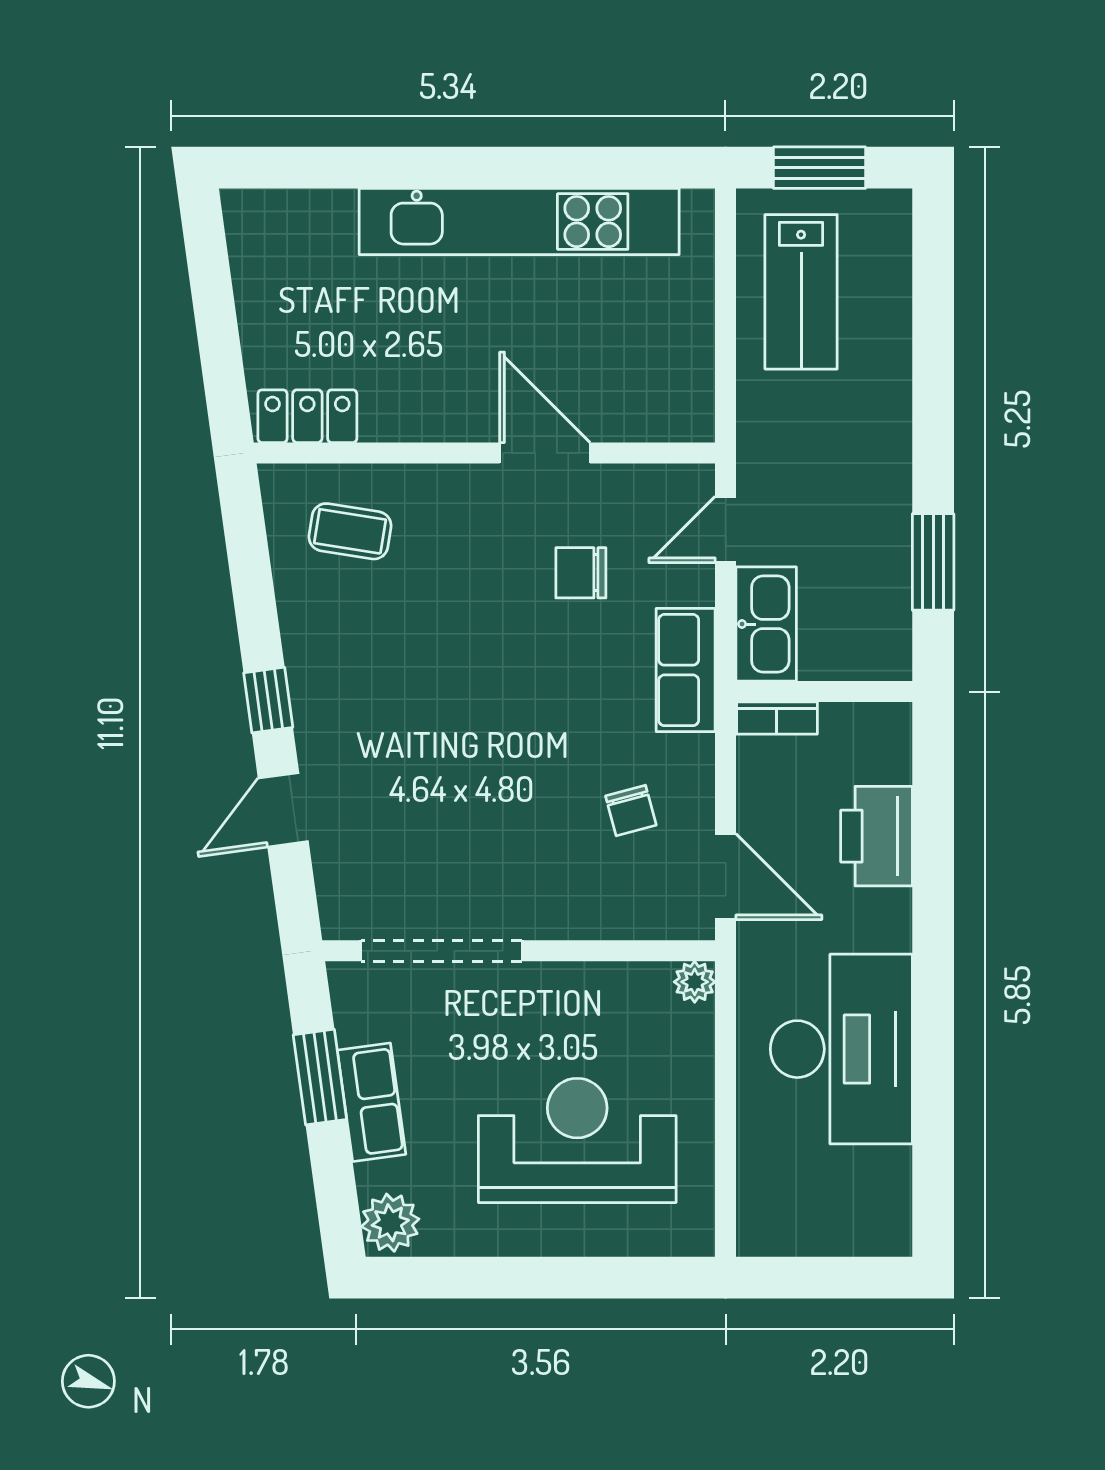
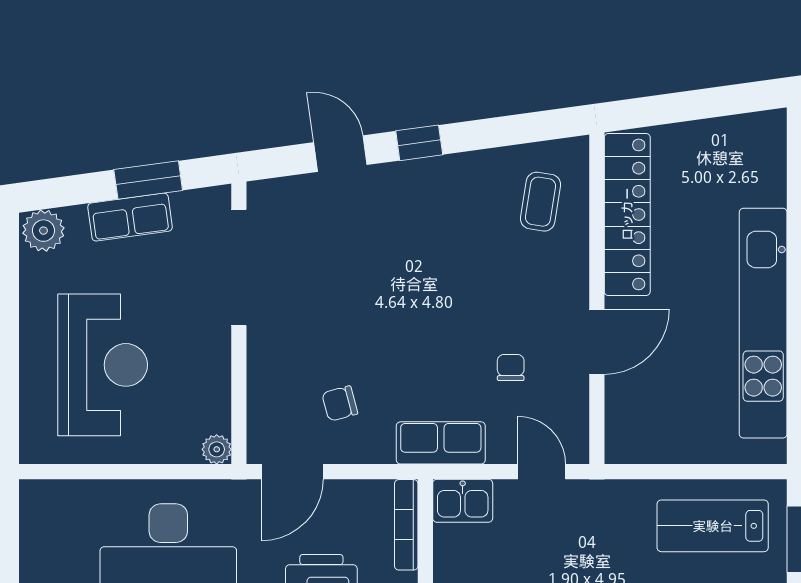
locker: (307, 416) -> (627, 214), width x2.16, depth x1.21
chair: (581, 573) -> (511, 368), width x0.73, depth x0.73
kitchen sink: (766, 624) -> (463, 501), width x0.73
bookcase: (777, 718) -> (406, 525), width x1.56

